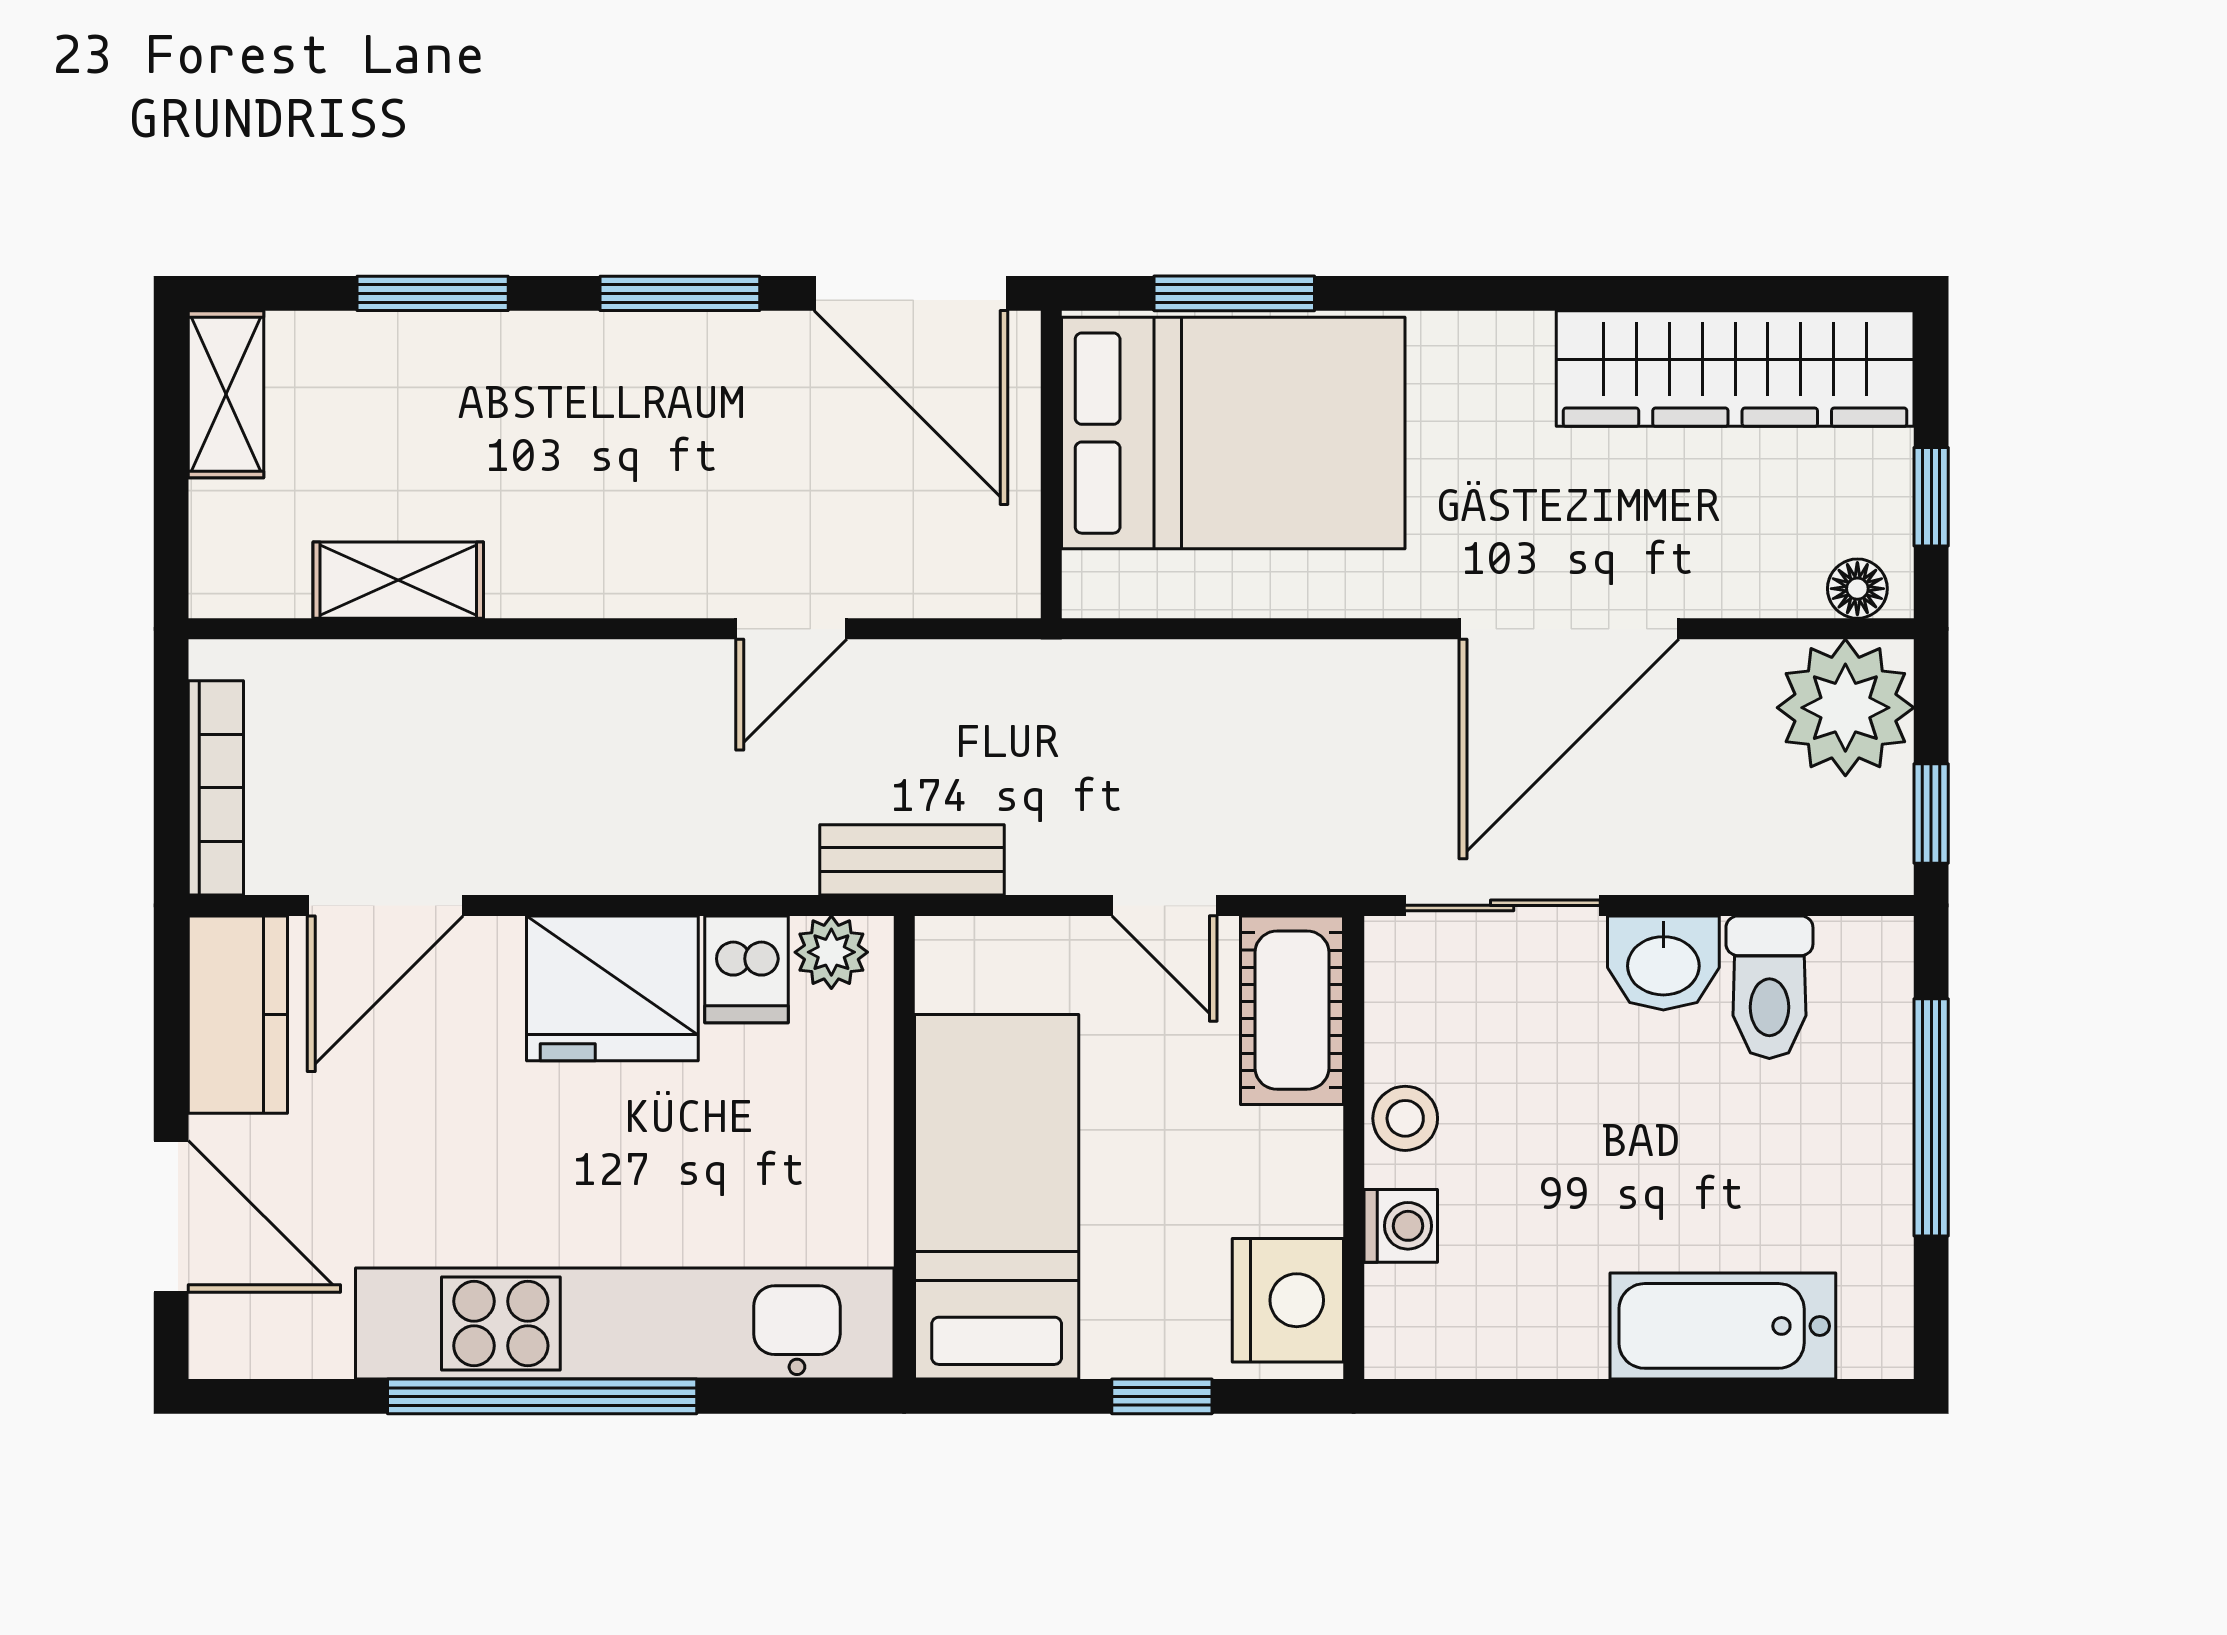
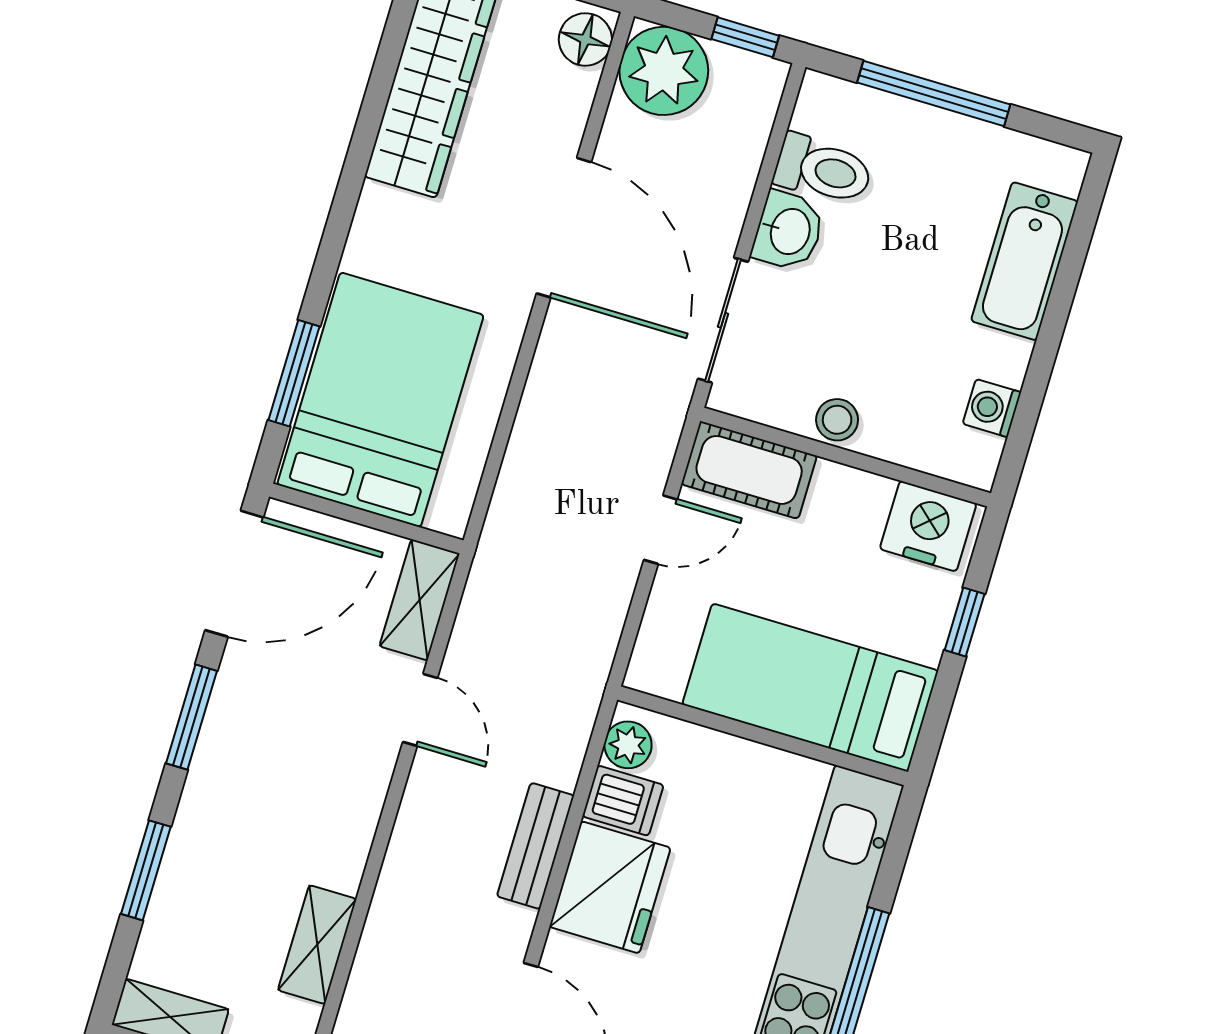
shelving: (954, 579) -> (420, 600), added
floor lamp: (1857, 589) -> (585, 39), width x1.37, depth x1.37
bench: (912, 860) -> (536, 846), moved
washing machine: (1401, 1226) -> (992, 408), moved, turned -90

